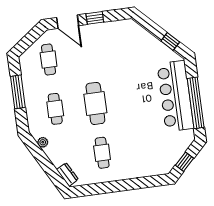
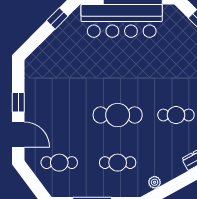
door: (68, 22) -> (18, 134), hinge flipped

